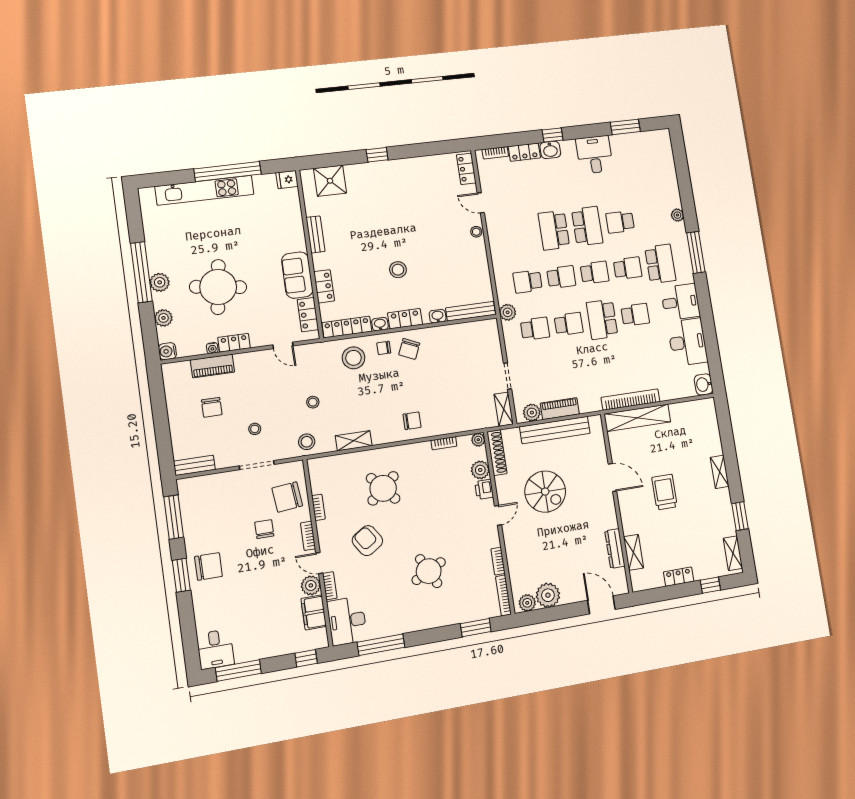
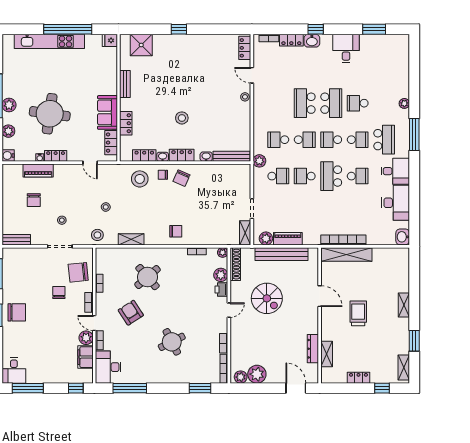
school desk: (595, 273) -> (331, 140), turned 180
school desk: (569, 324) -> (305, 176), turned 180
locker: (347, 327) -> (144, 156), width x0.66

